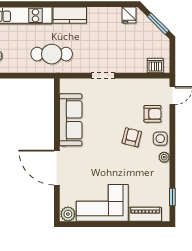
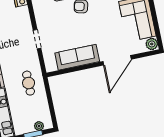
cafe table: (52, 54) -> (29, 83), width x0.73, depth x0.74

